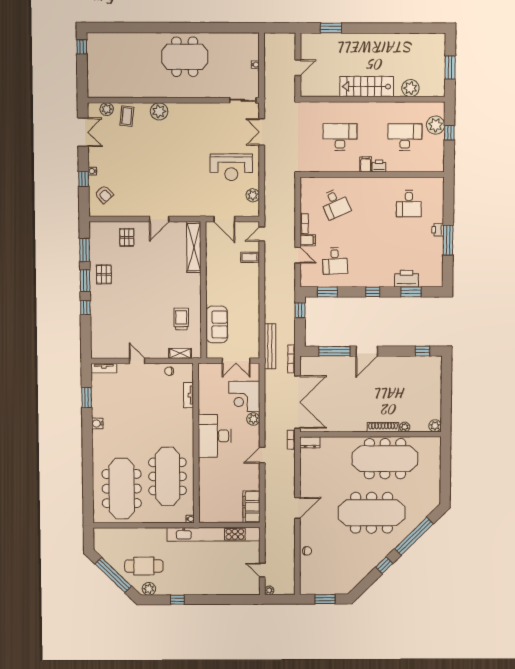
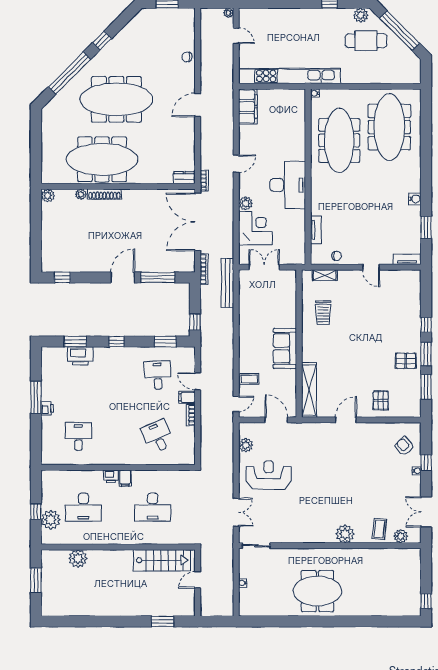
stairs: (367, 87) -> (162, 560), moved
pallet: (104, 274) -> (406, 361), turned 90
sofa: (217, 324) -> (285, 348), moved

